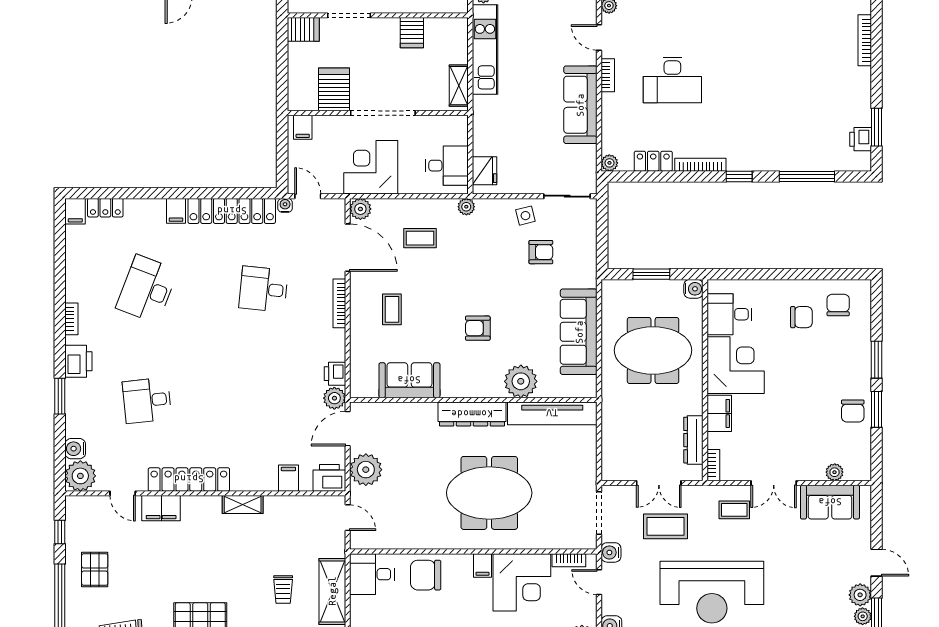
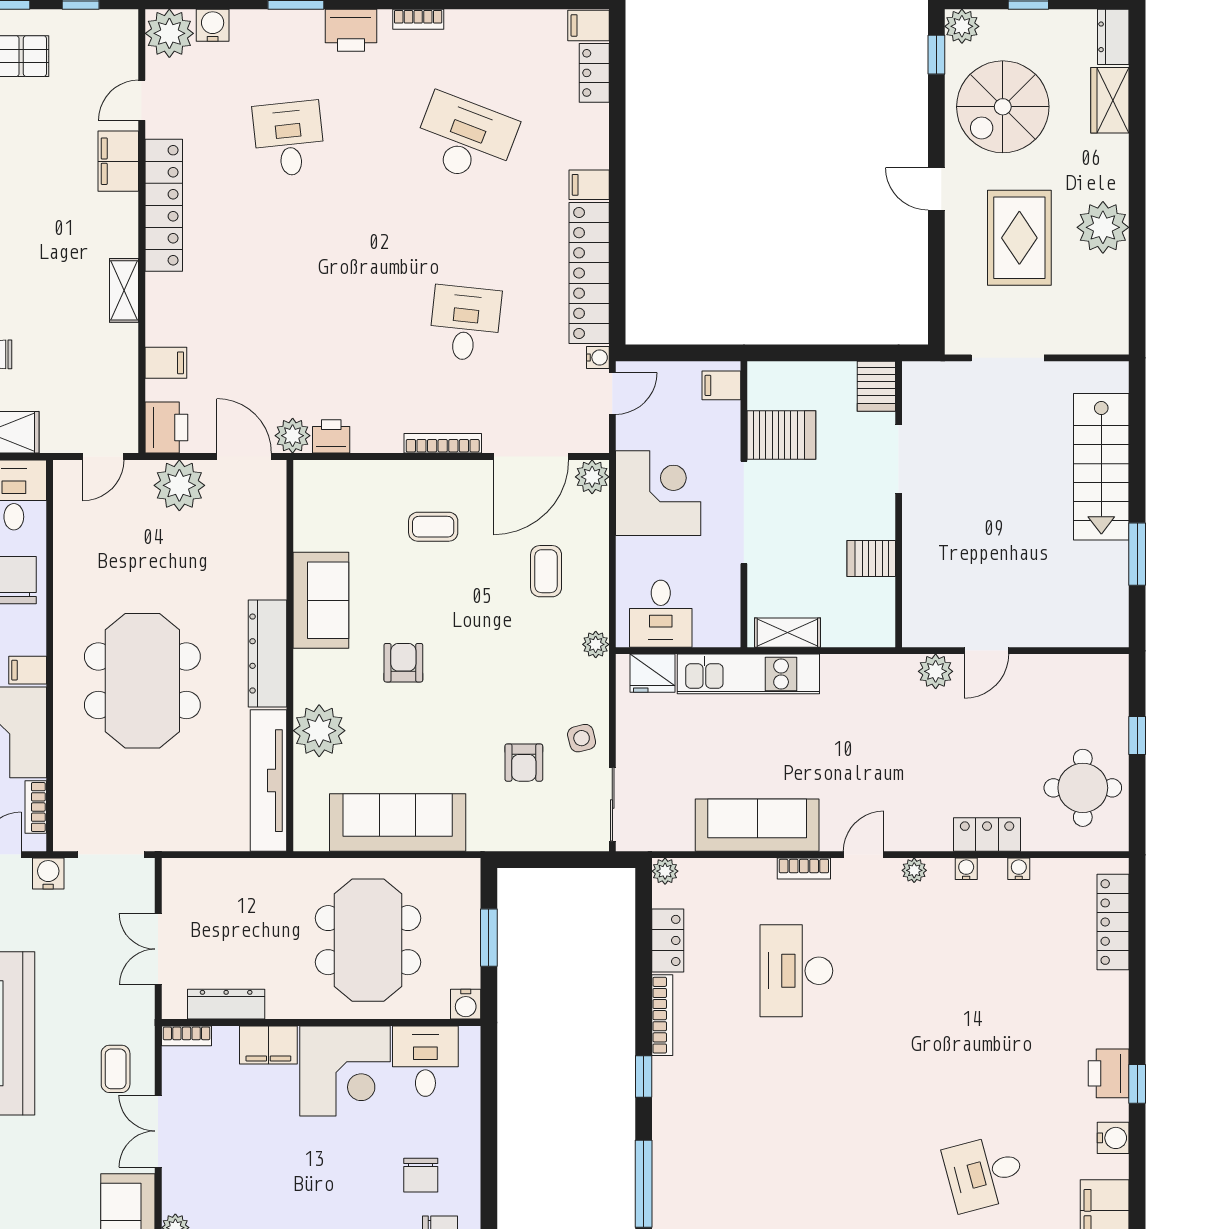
kitchen unit: (485, 50) -> (748, 674), moved
sofa: (409, 380) -> (321, 600), moved
coffee table: (665, 526) -> (89, 960), removed

